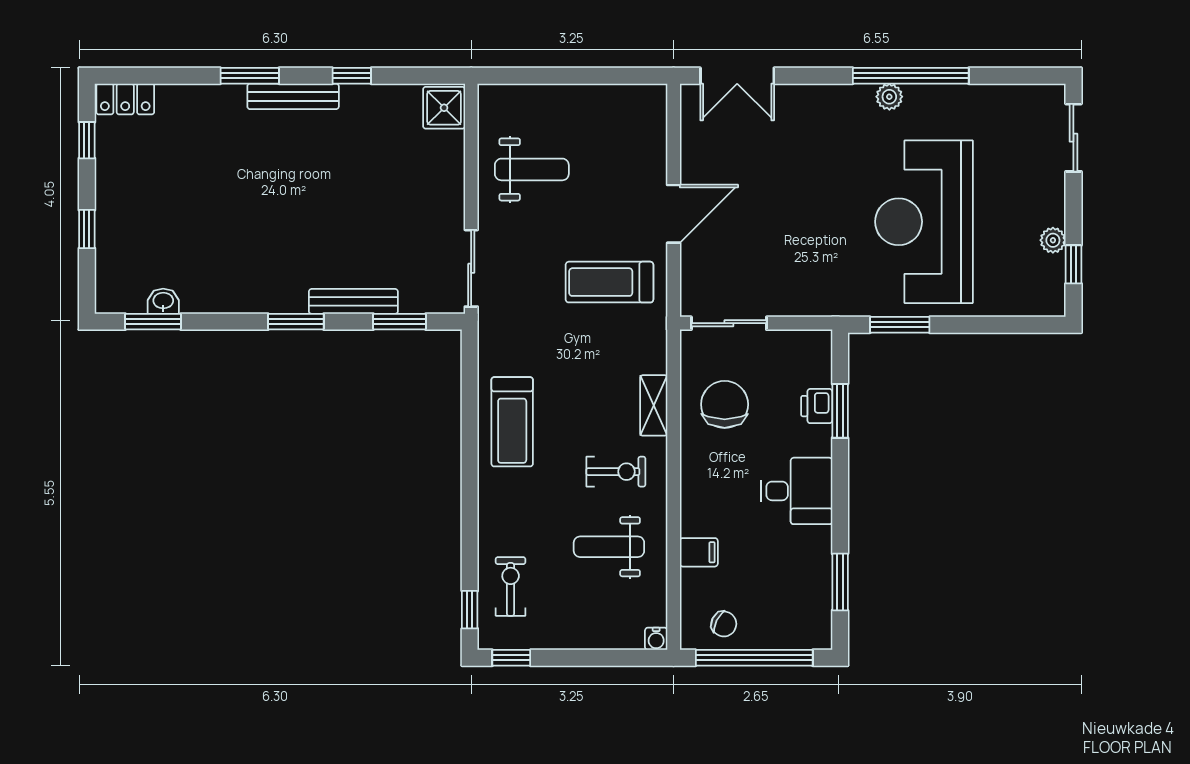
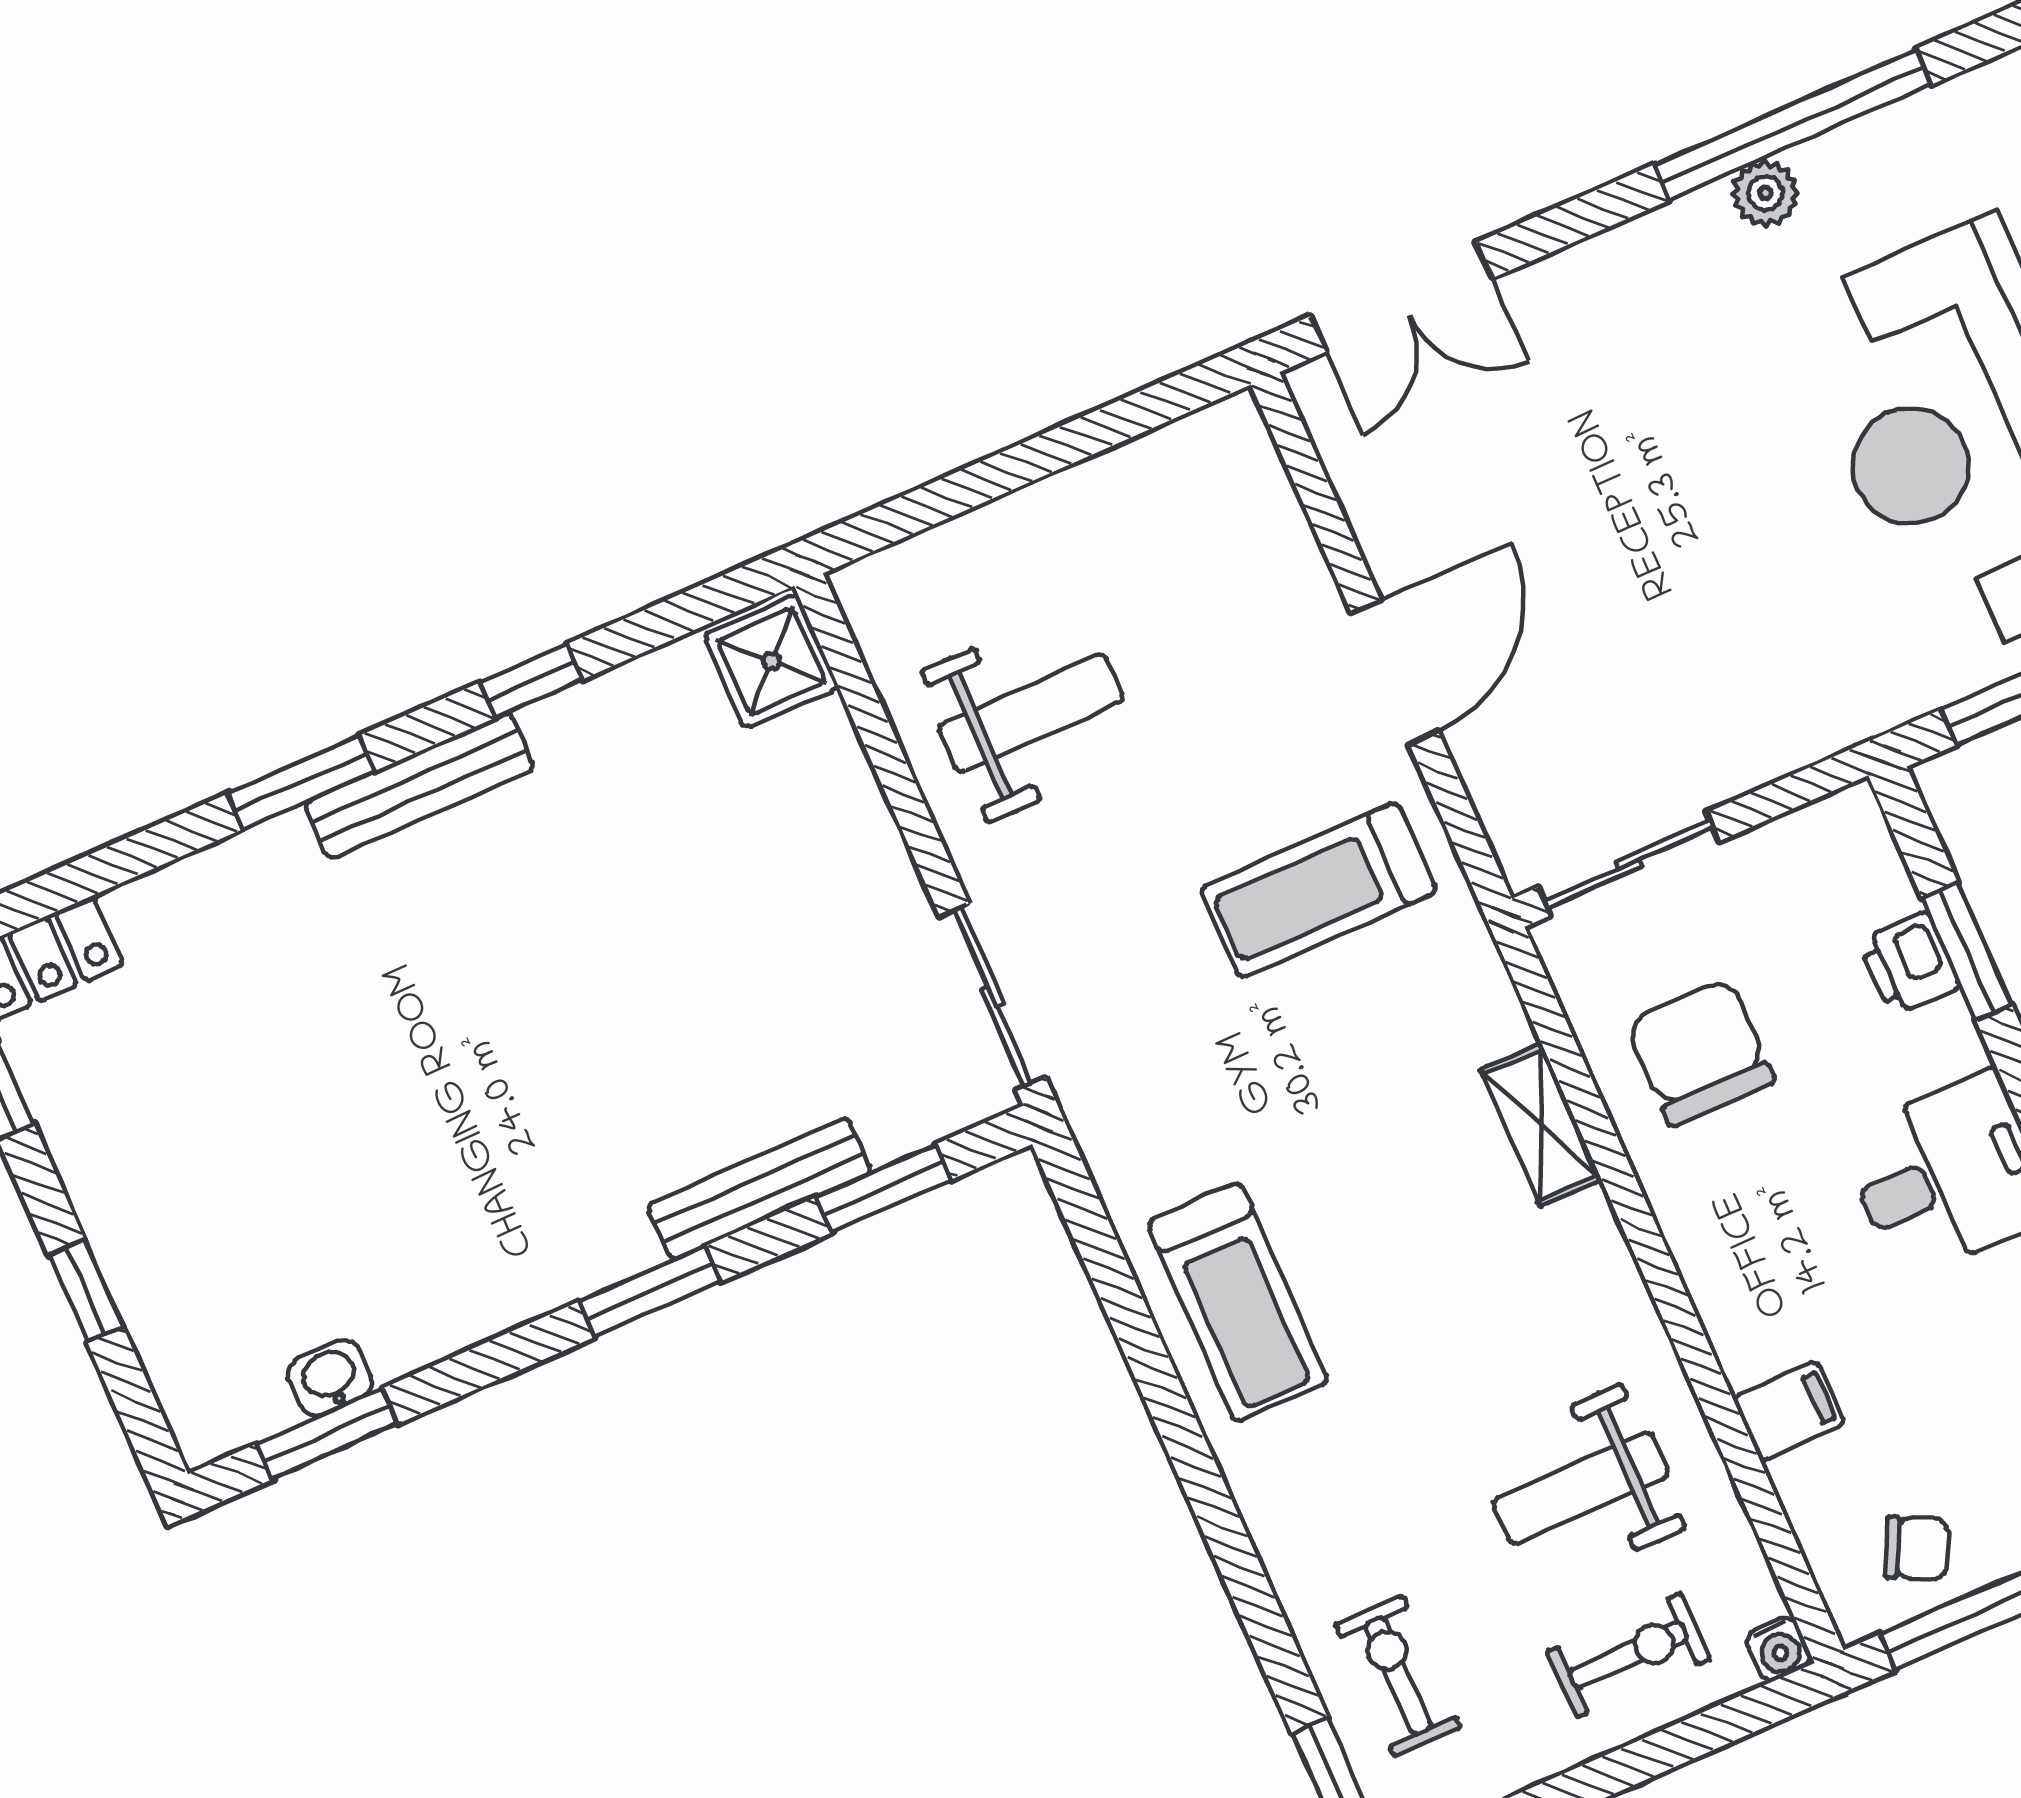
exercise bike: (616, 472) -> (1629, 1655), moved

